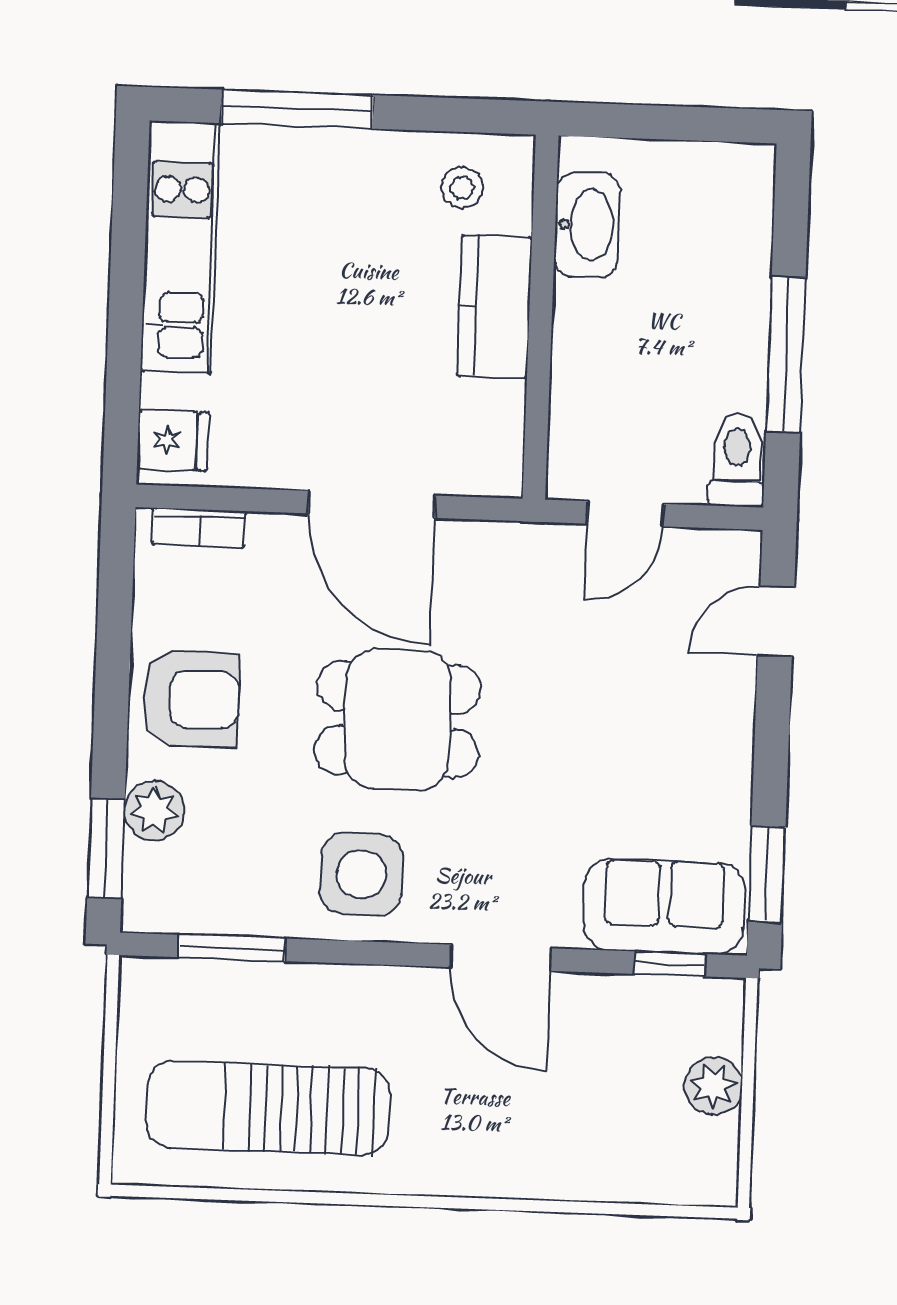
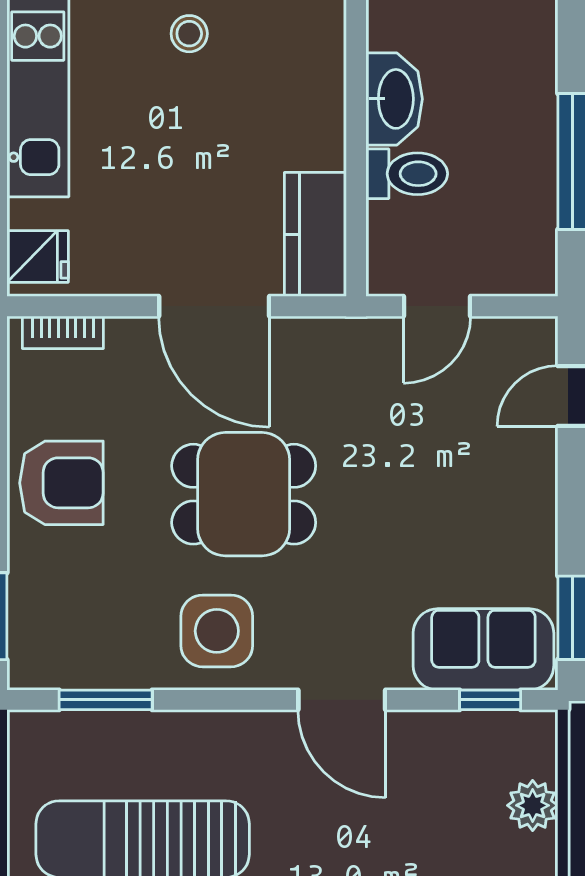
stool: (462, 188) -> (189, 34), moved
washbasin: (587, 225) -> (394, 99), moved
kitchen counter: (494, 306) -> (315, 234), moved
toilet: (737, 460) -> (407, 174), moved, turned 90
plant: (154, 810) -> (33, 582), removed

